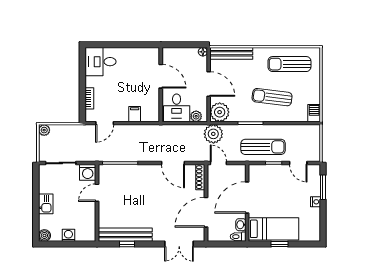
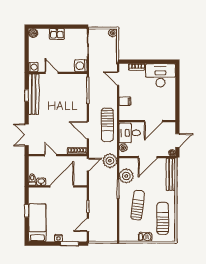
door: (186, 45) -> (177, 140), added
desk: (100, 62) -> (160, 75), width x1.37
plant: (220, 112) -> (126, 176), moved
barbecue: (314, 113) -> (145, 237), moved
sun lounger: (263, 147) -> (107, 125), moved
door: (173, 163) -> (88, 130), hinge flipped
door: (97, 193) -> (52, 73), moved
door: (247, 197) -> (62, 186), hinge flipped
door: (206, 212) -> (51, 155), width x0.53
bed: (274, 229) -> (37, 223), moved, turned 180
washing machine: (68, 235) -> (33, 67), moved

